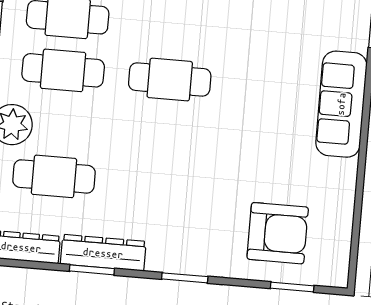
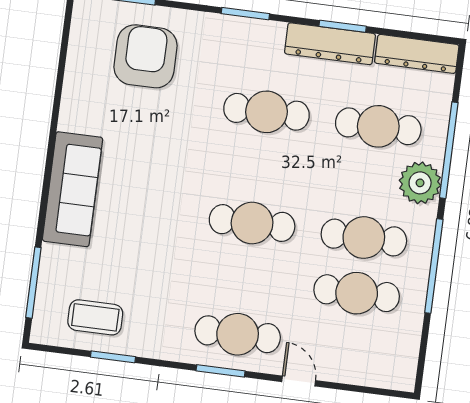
cafe table: (161, 186) -> (266, 112), added
armchair: (278, 233) -> (146, 56), turned 90

